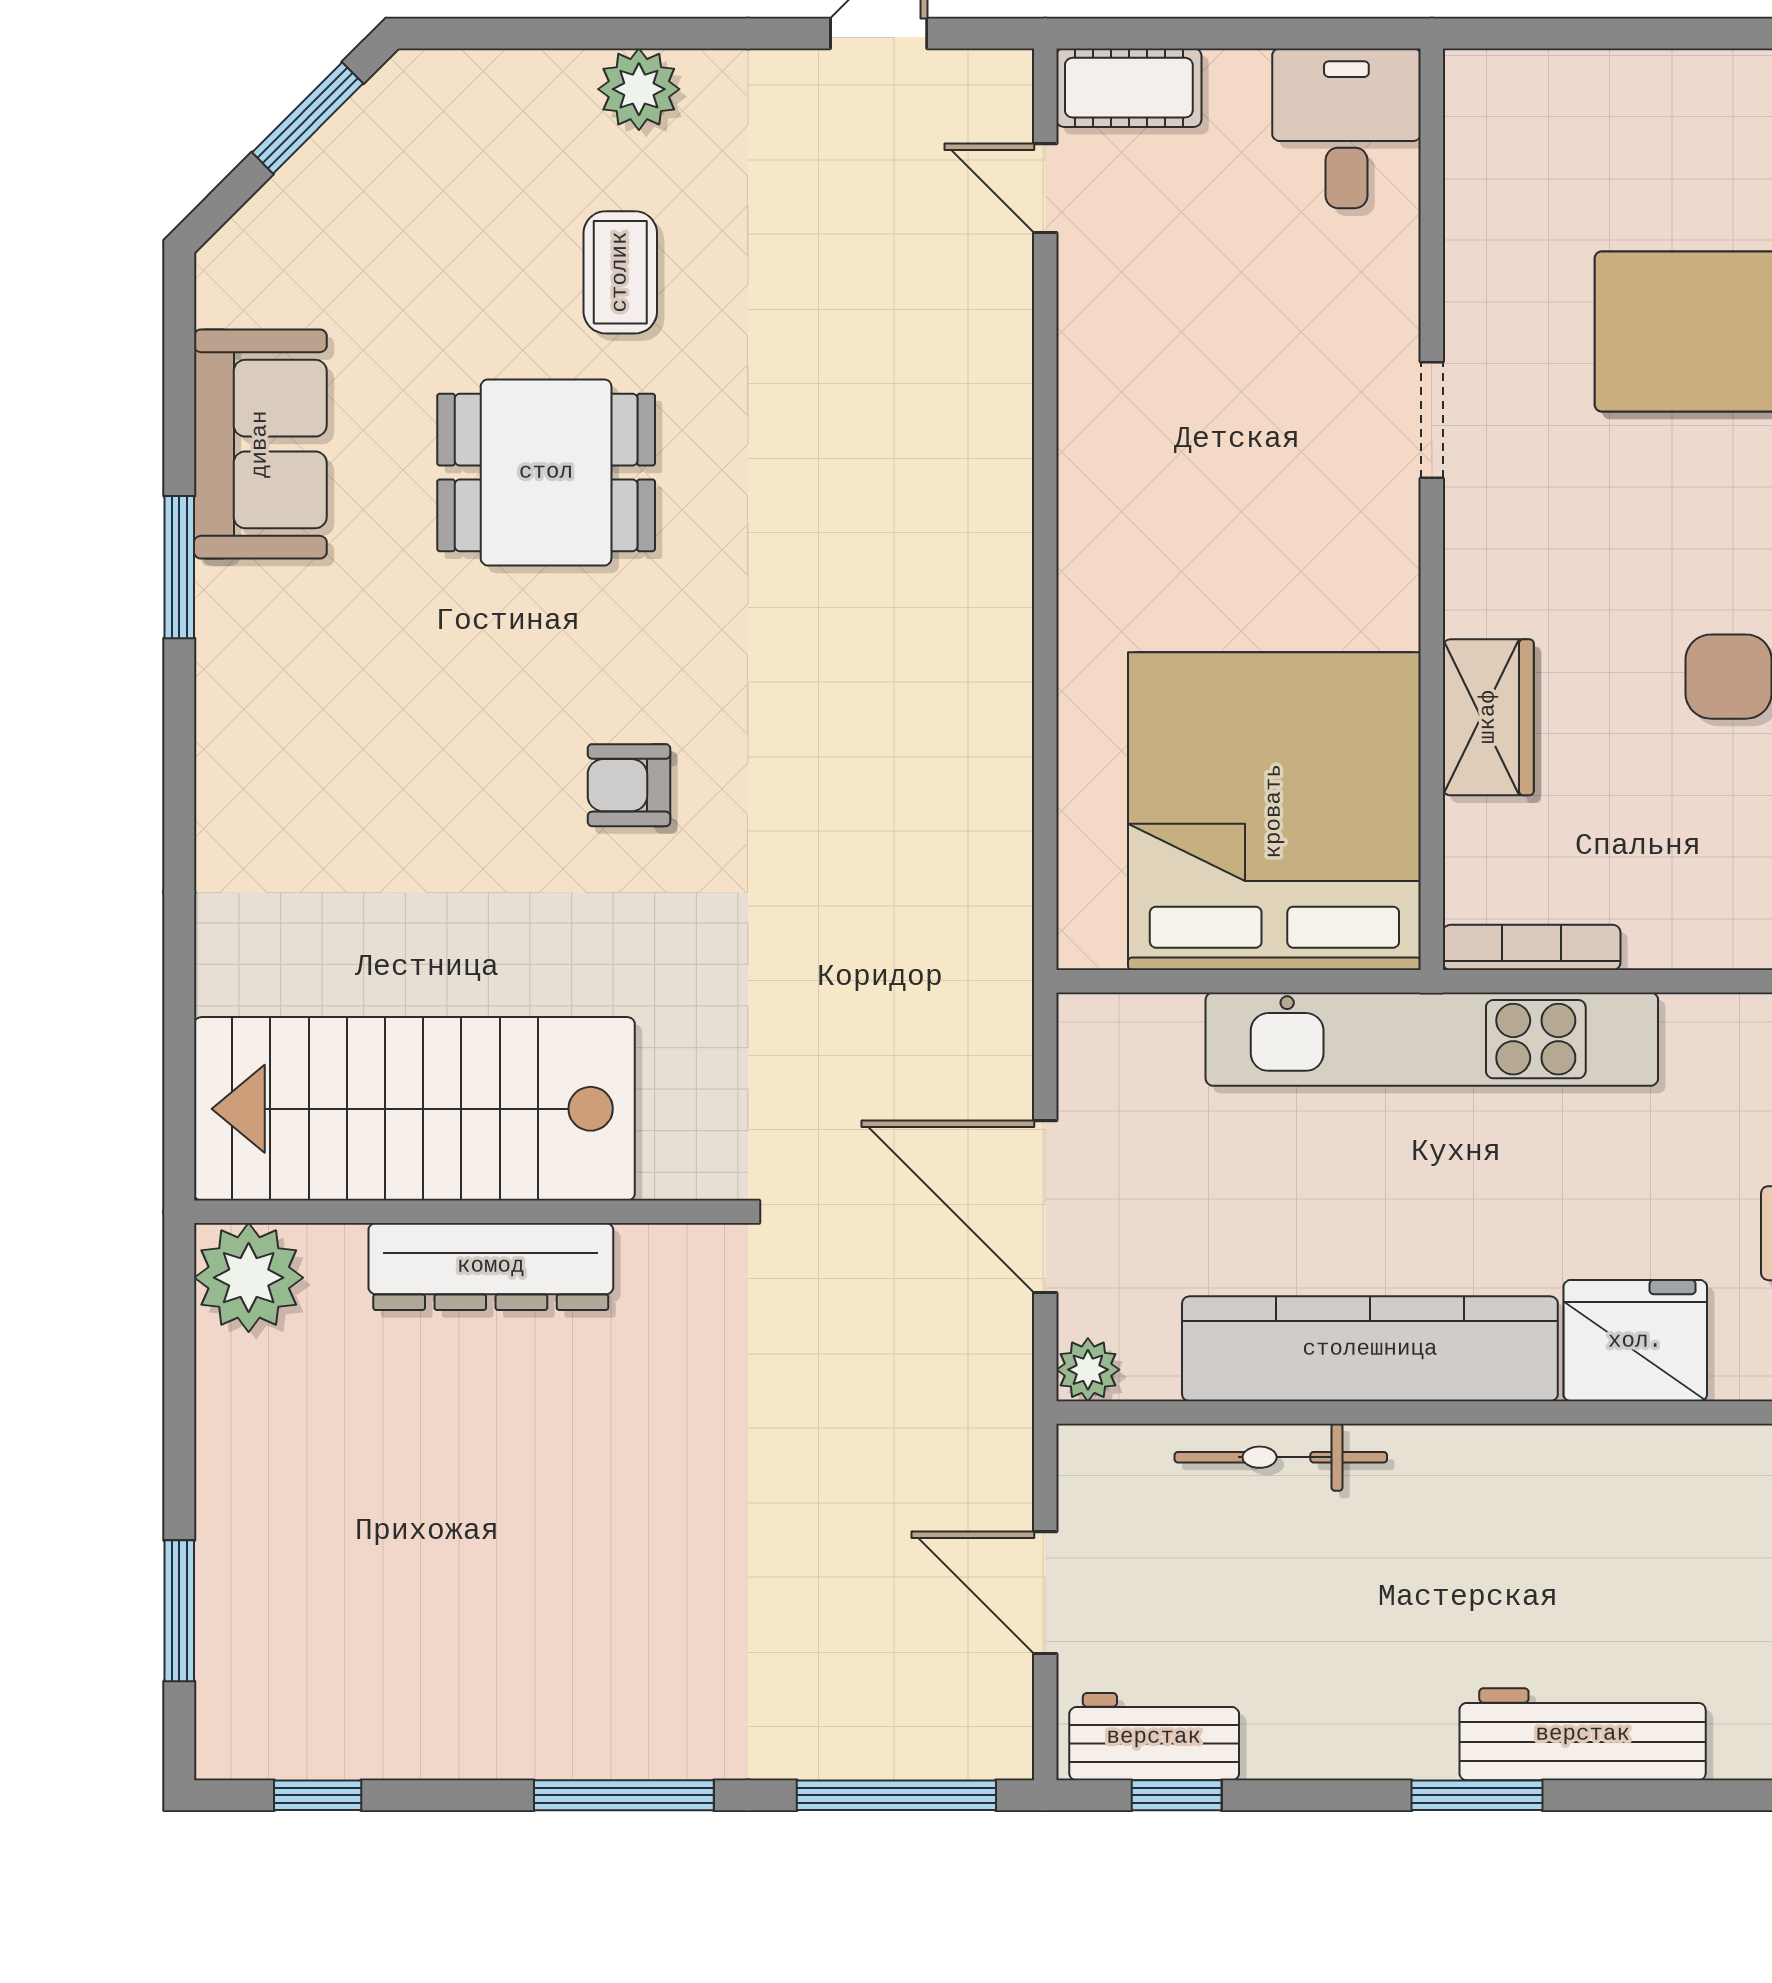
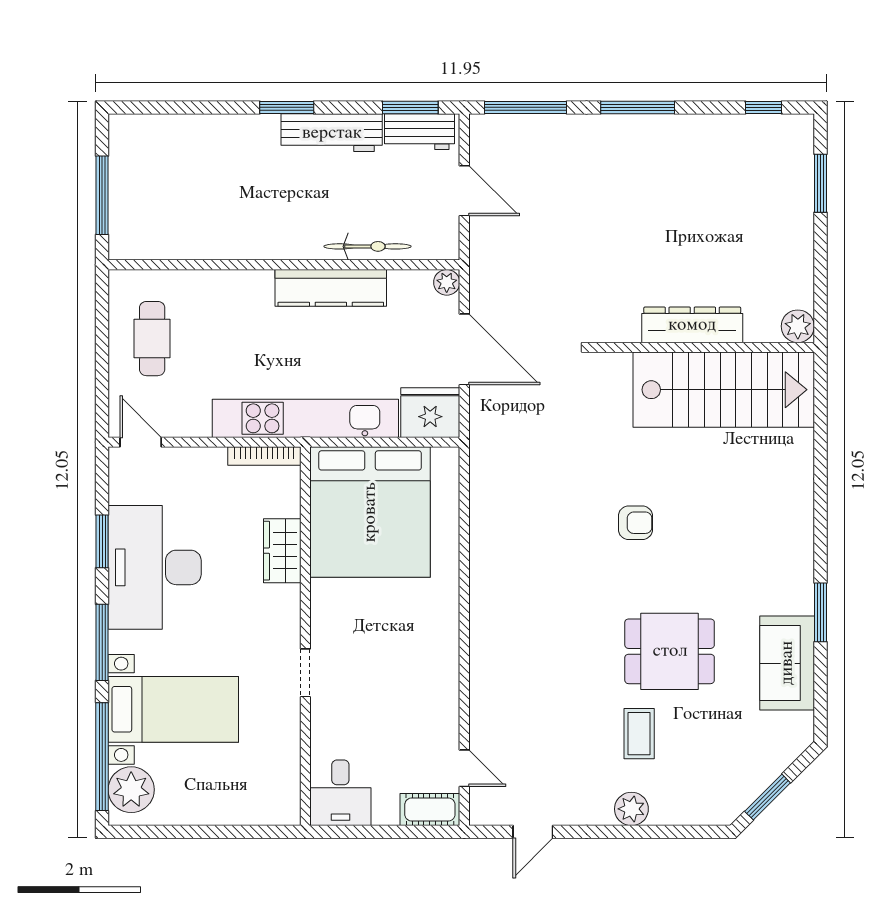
plant: (249, 1278) -> (798, 326), width x0.73, depth x0.73
fridge: (1635, 1341) -> (430, 413), moved, turned 180
kitchen counter: (1370, 1349) -> (331, 288), width x0.72, depth x0.86
workbench: (1583, 1734) -> (332, 133), moved
window: (1177, 1795) -> (410, 107), width x1.50

